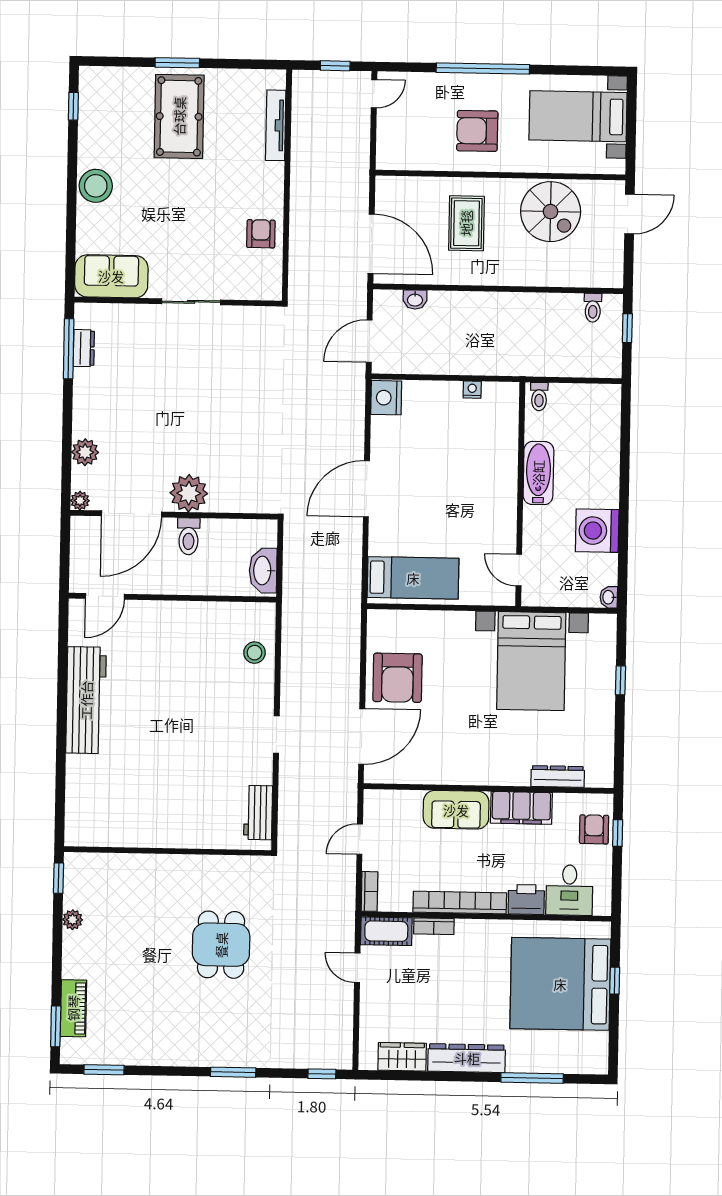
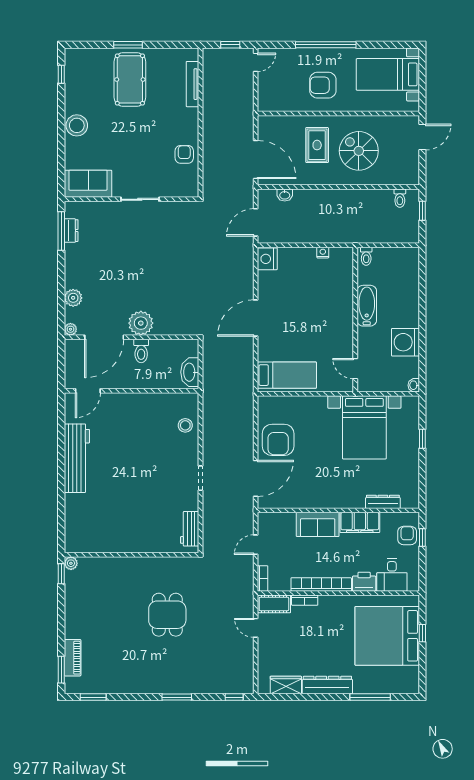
spiral stairs: (551, 212) -> (359, 151), moved, turned 180
plant: (73, 920) -> (71, 563), moved

